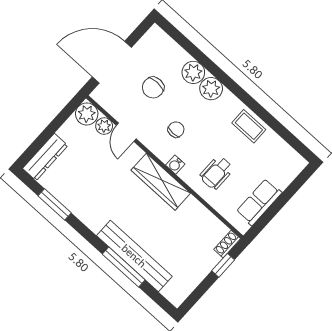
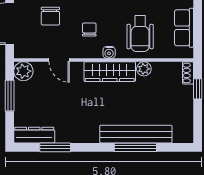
window: (56, 124) -> (10, 96), added
plant: (104, 126) -> (144, 69), moved
dresser: (45, 157) -> (34, 135), moved, turned -90
wheelchair: (217, 173) -> (140, 34), width x1.36, depth x1.37

